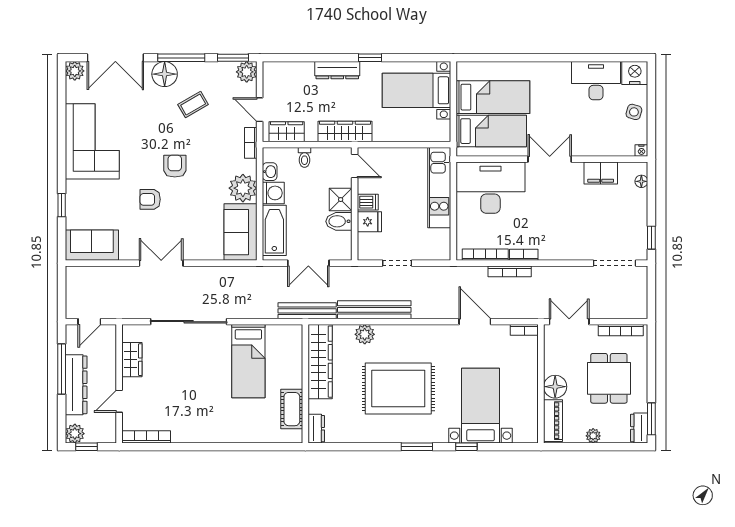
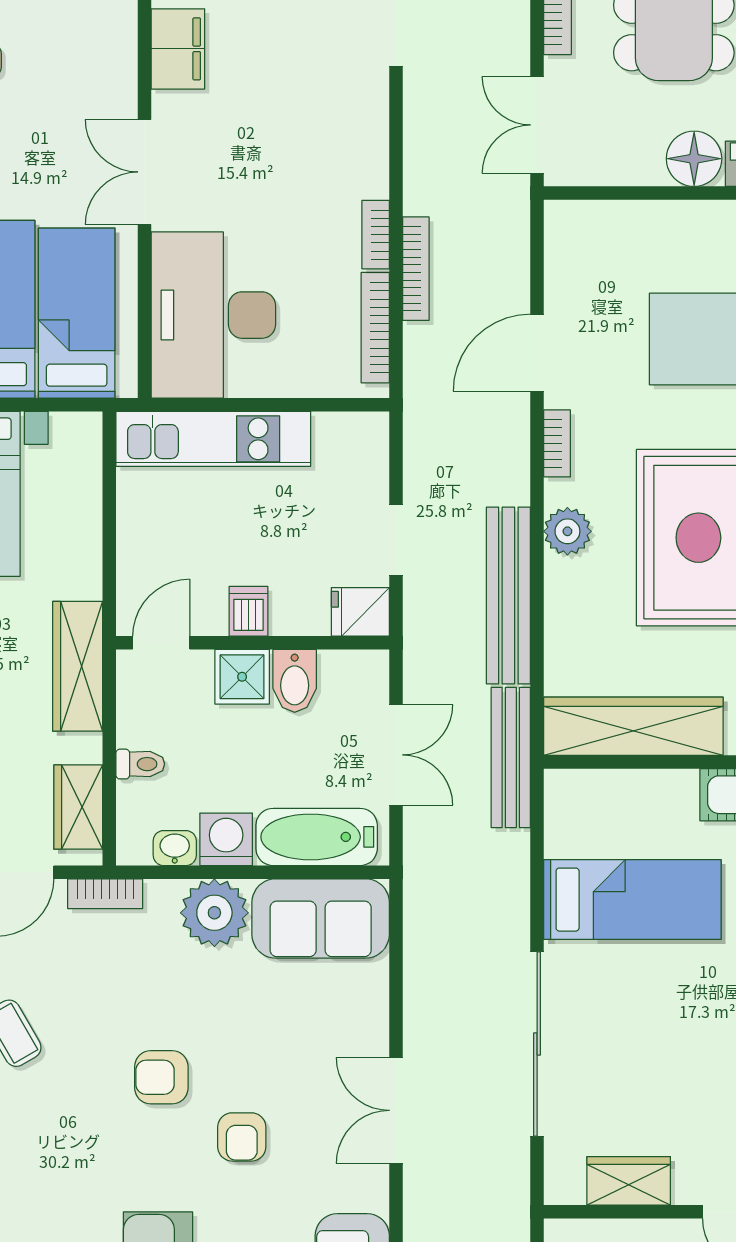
fridge: (369, 222) -> (360, 612), moved, turned -90
bookcase: (524, 330) -> (557, 443), moved
plant: (365, 334) -> (567, 531), moved

